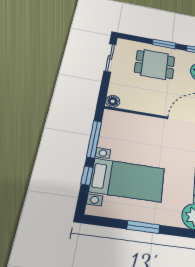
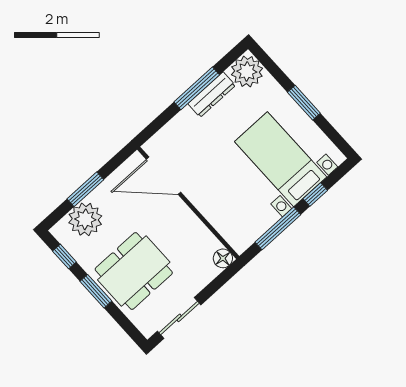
dining table: (155, 64) -> (134, 271), width x1.38

